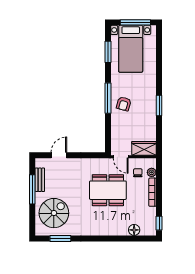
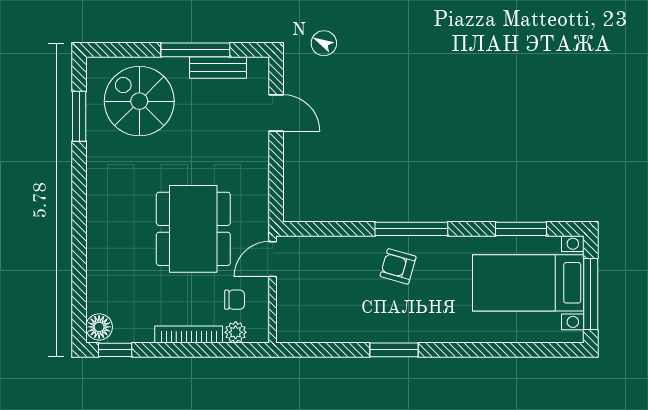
wardrobe: (144, 148) -> (293, 314), removed
spiral stairs: (54, 213) -> (139, 101), turned 180
floor lamp: (134, 230) -> (99, 327), moved

